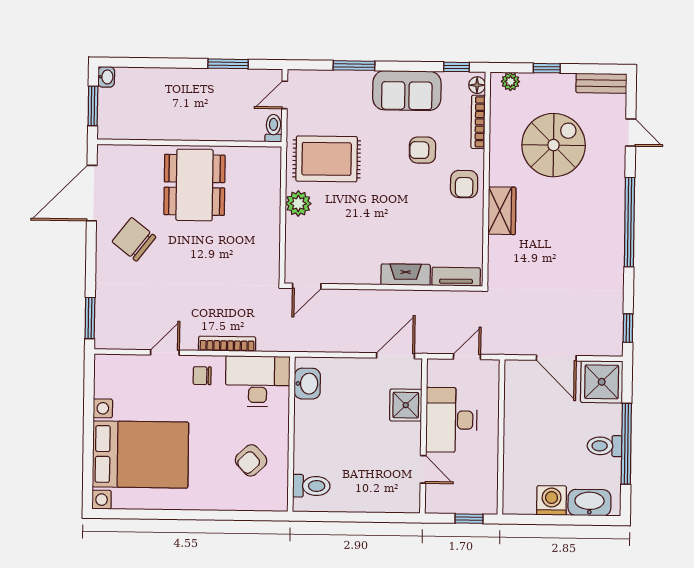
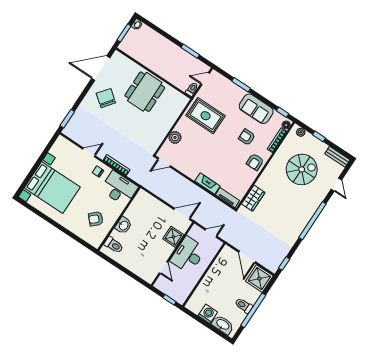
plant: (298, 204) -> (175, 137), moved
wardrobe: (502, 211) -> (253, 198), moved
washbasin: (307, 384) -> (123, 225), moved

